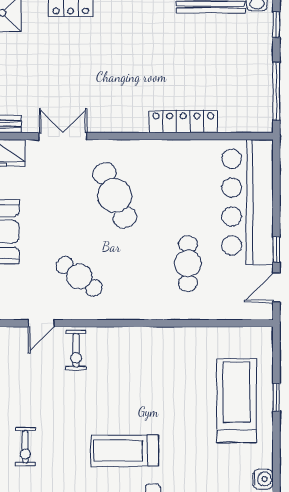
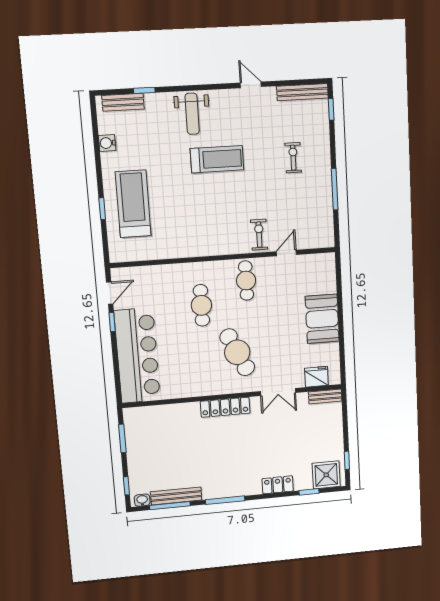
window: (276, 91) -> (122, 438), width x0.69
locker: (183, 122) -> (225, 407), moved
cafe table: (188, 264) -> (201, 305), moved
cafe table: (79, 276) -> (246, 281), moved, turned 52
treadmill: (237, 401) -> (133, 204), turned 180

